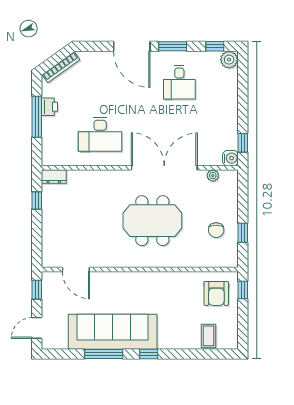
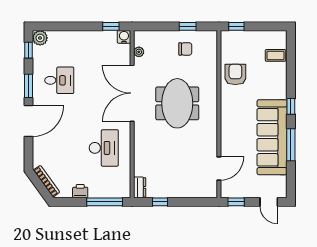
window: (37, 117) -> (105, 202), moved
armchair: (216, 293) -> (235, 74), moved, turned -90

